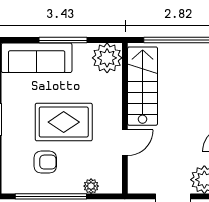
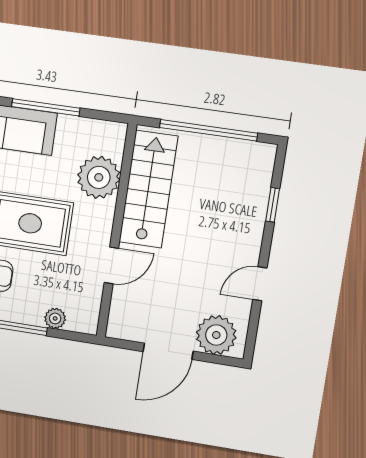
plant: (107, 58) -> (99, 177), moved

